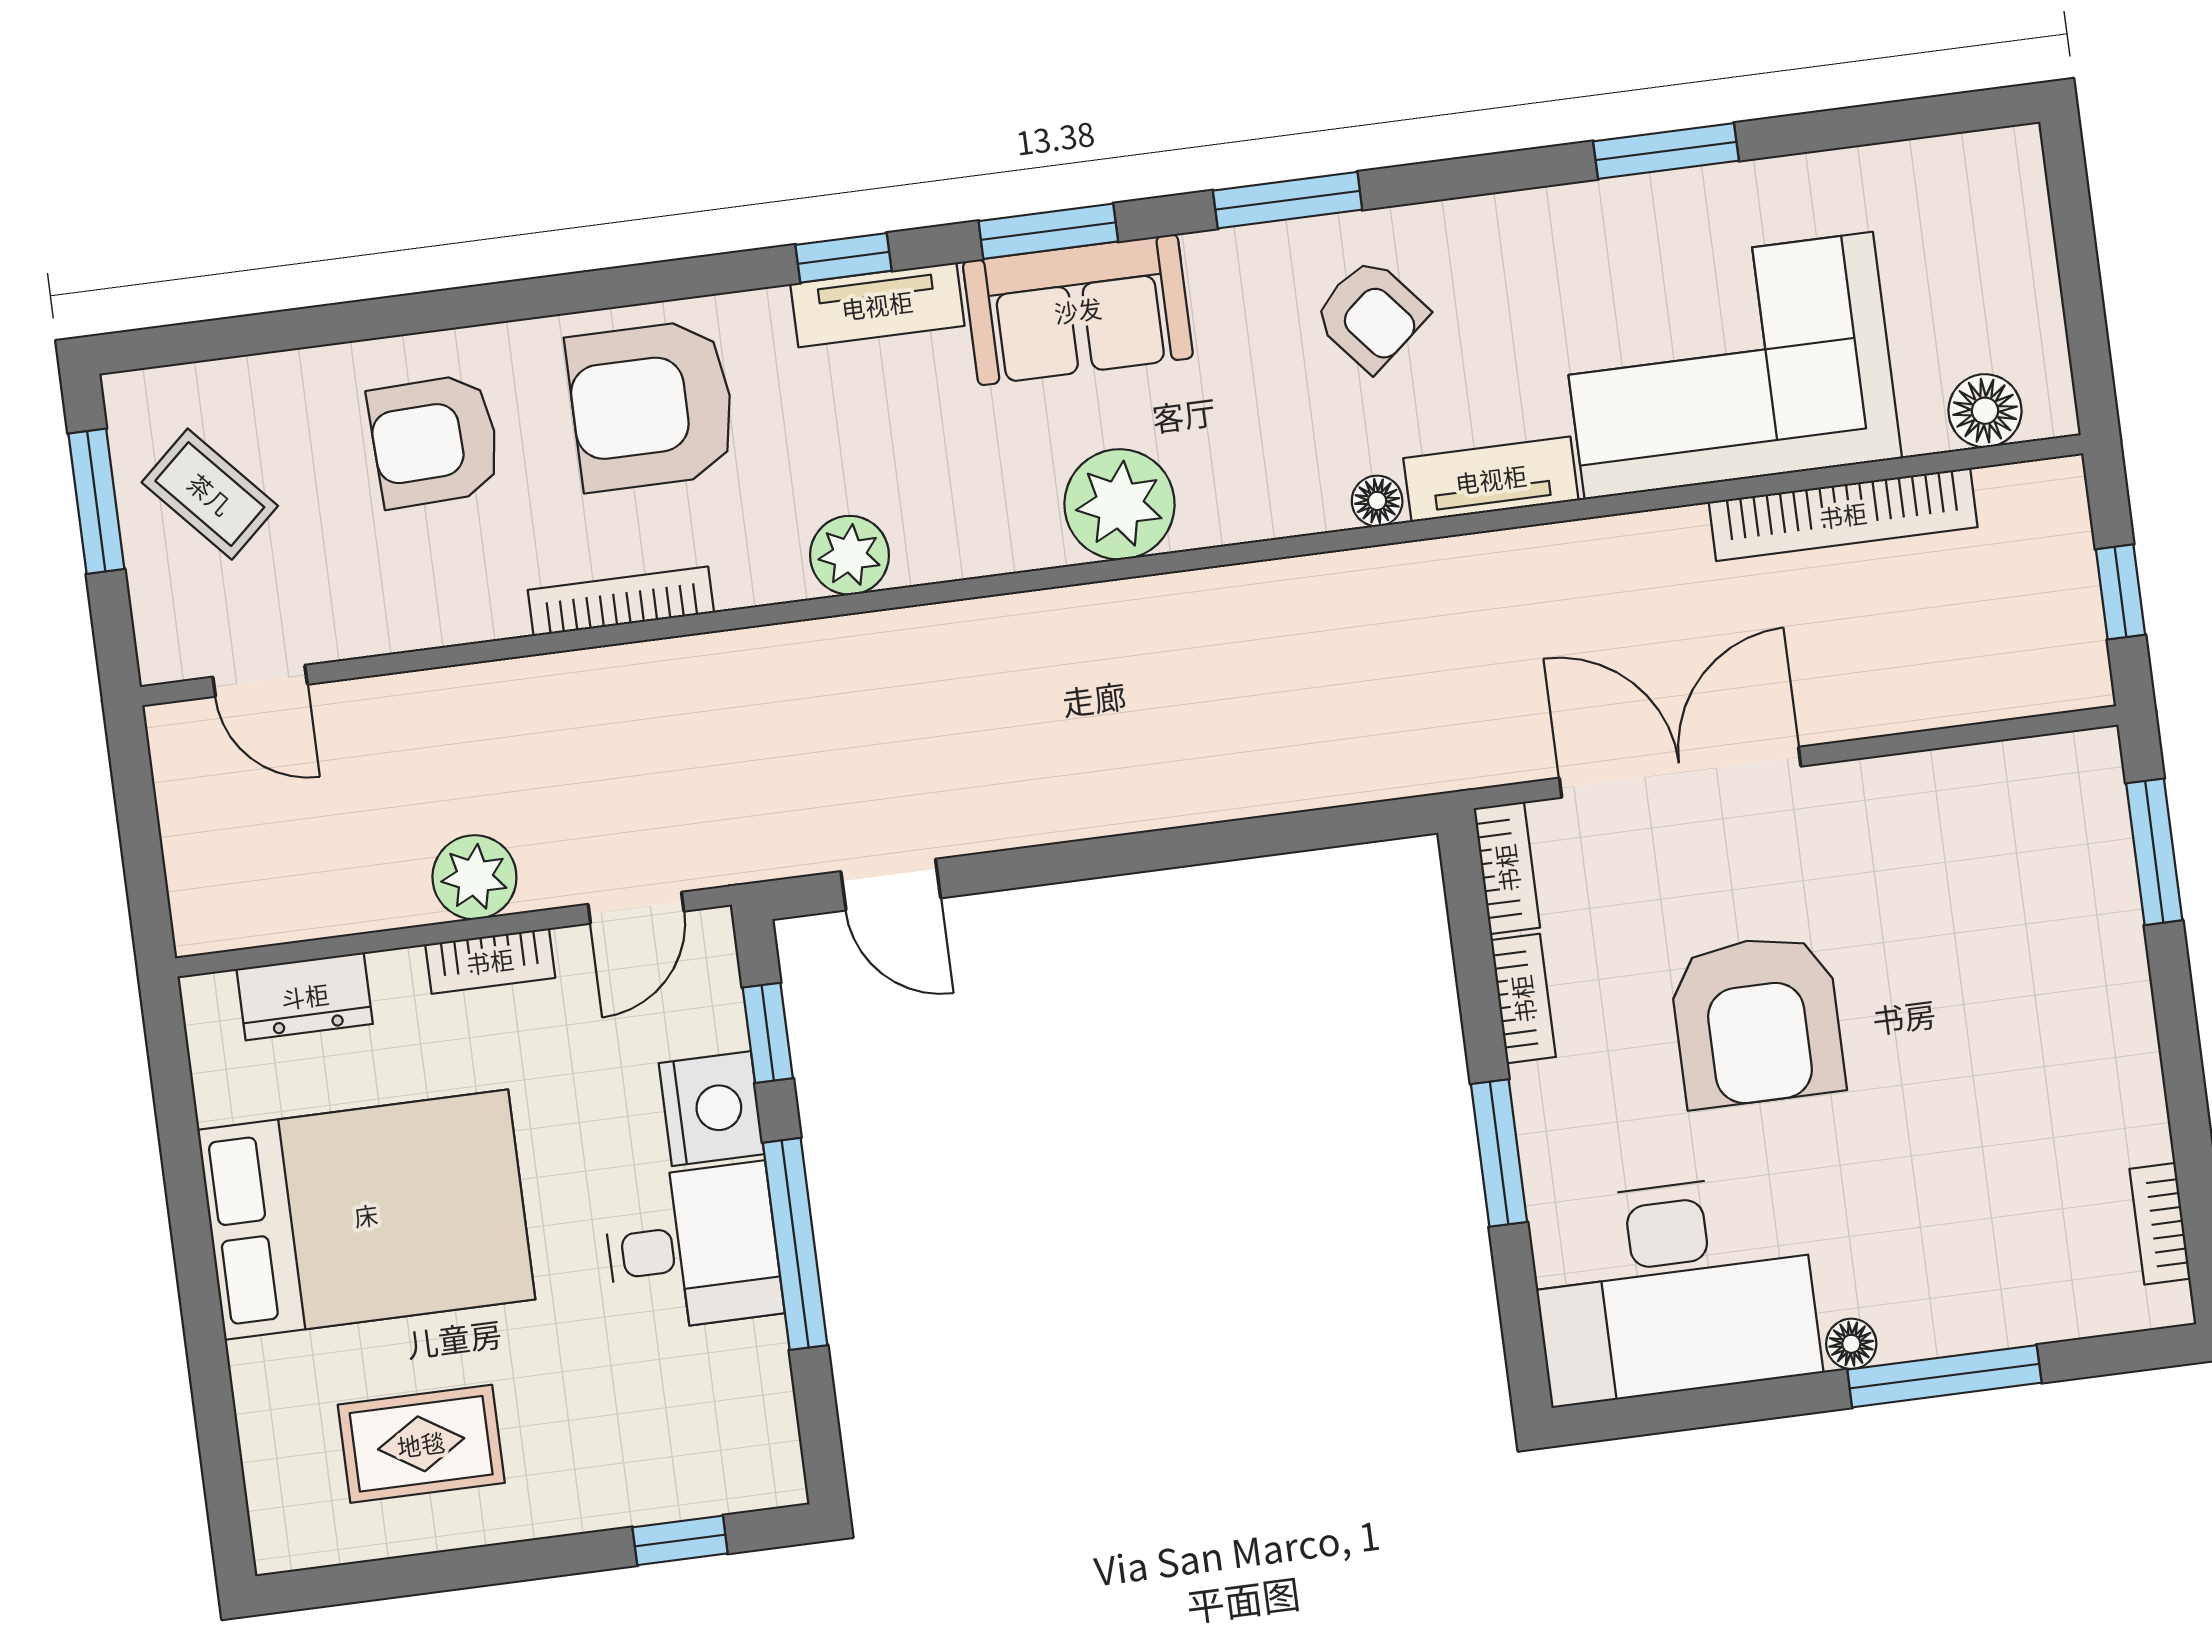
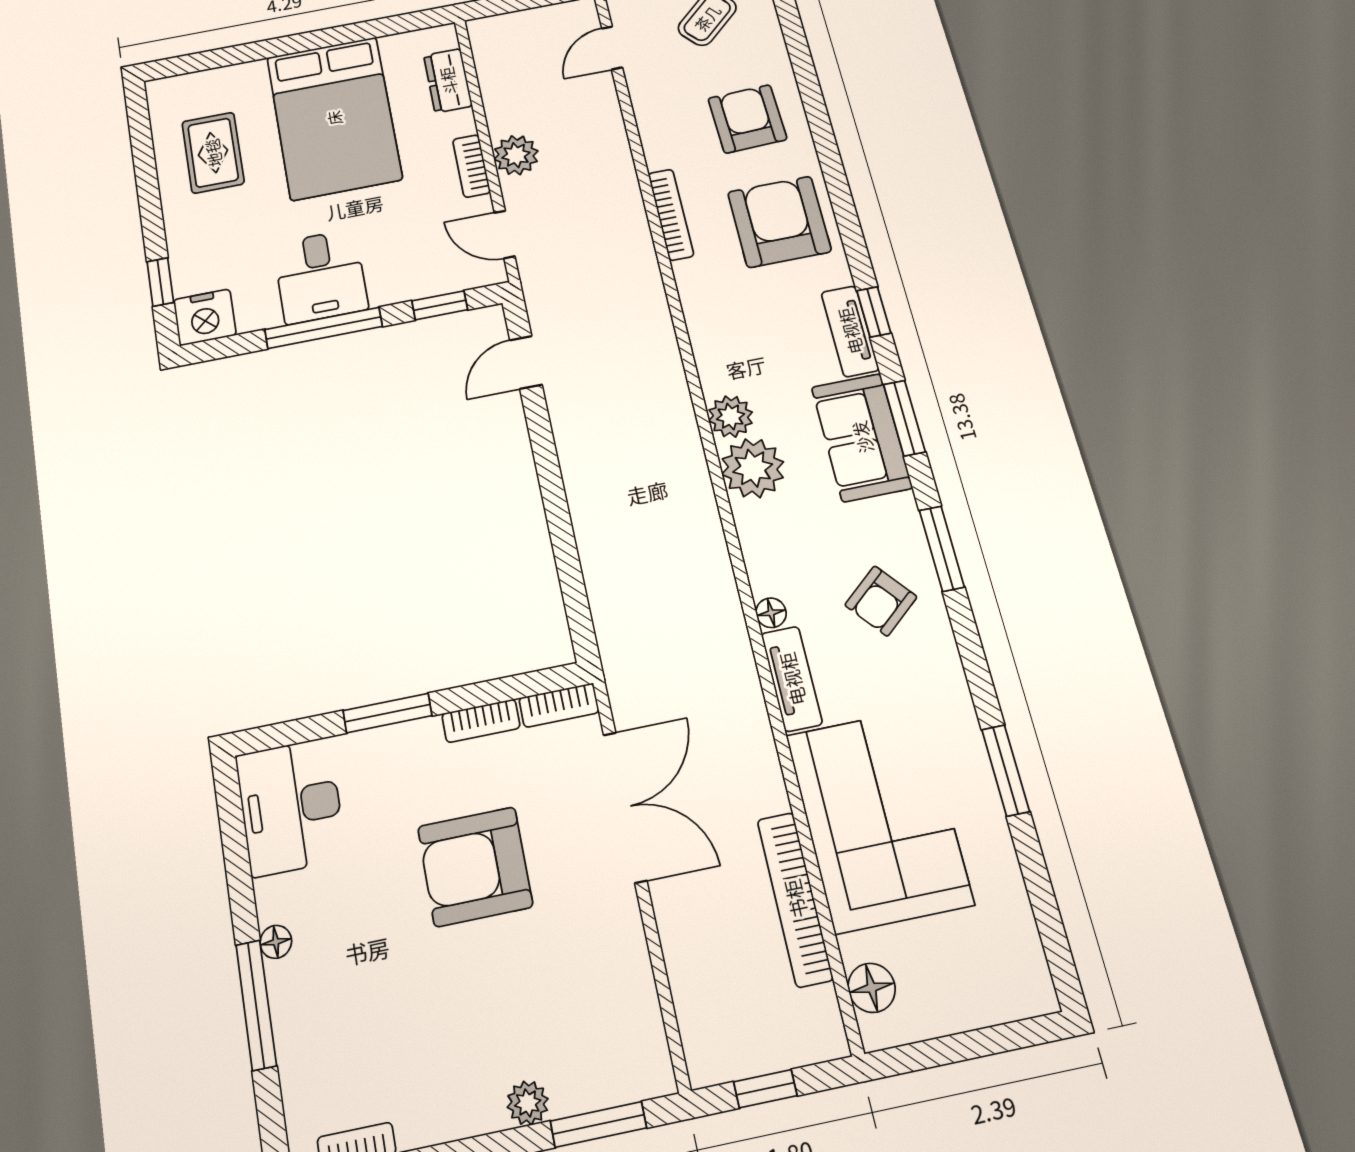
plant: (850, 555) -> (730, 417), moved
plant: (2116, 958) -> (528, 1103), added
nightstand: (711, 1109) -> (205, 317), moved
desk: (1674, 1289) -> (291, 807), width x0.73, depth x0.77

